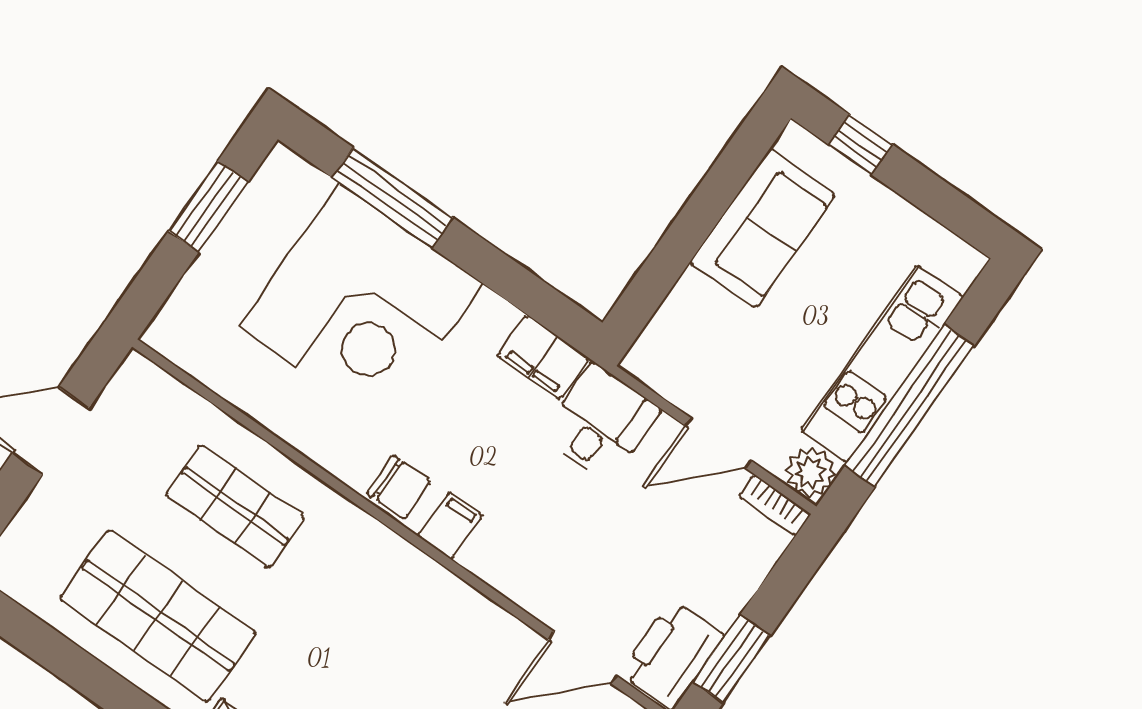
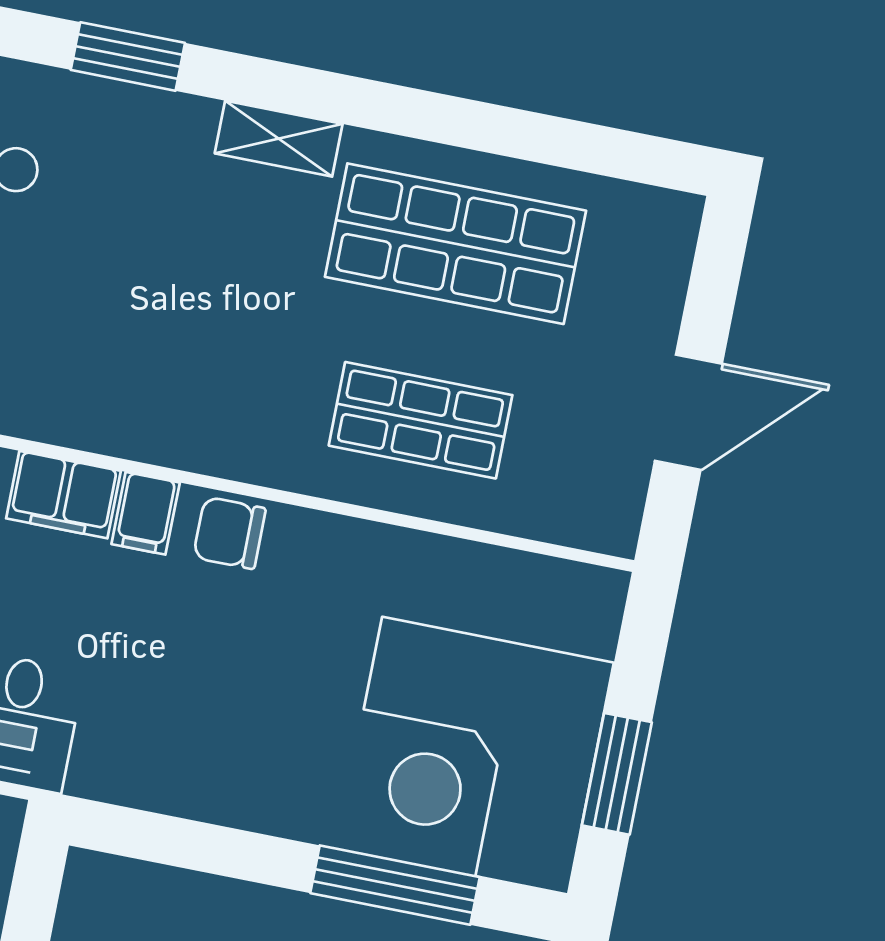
corner desk: (361, 305) -> (475, 756), moved, turned -90
filing cabinet: (543, 357) -> (63, 495), moved, turned 180

